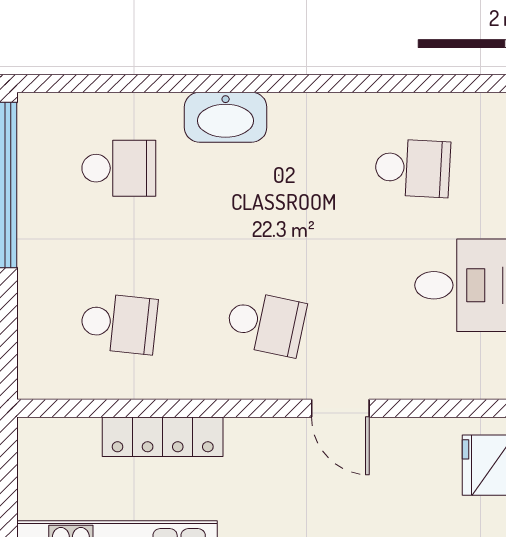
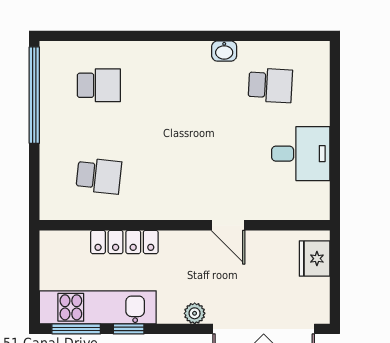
washbasin: (226, 117) -> (224, 51), moved, width x0.52, depth x0.69
school desk: (266, 323) -> (185, 176), removed

